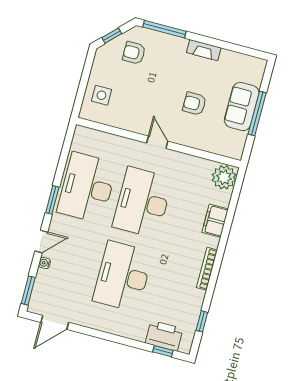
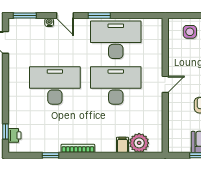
plant: (224, 177) -> (139, 143), moved
filing cabinet: (215, 221) -> (122, 145), width x0.50
window: (202, 321) -> (50, 155), moved
printer: (164, 336) -> (15, 135), width x0.53, depth x0.68

